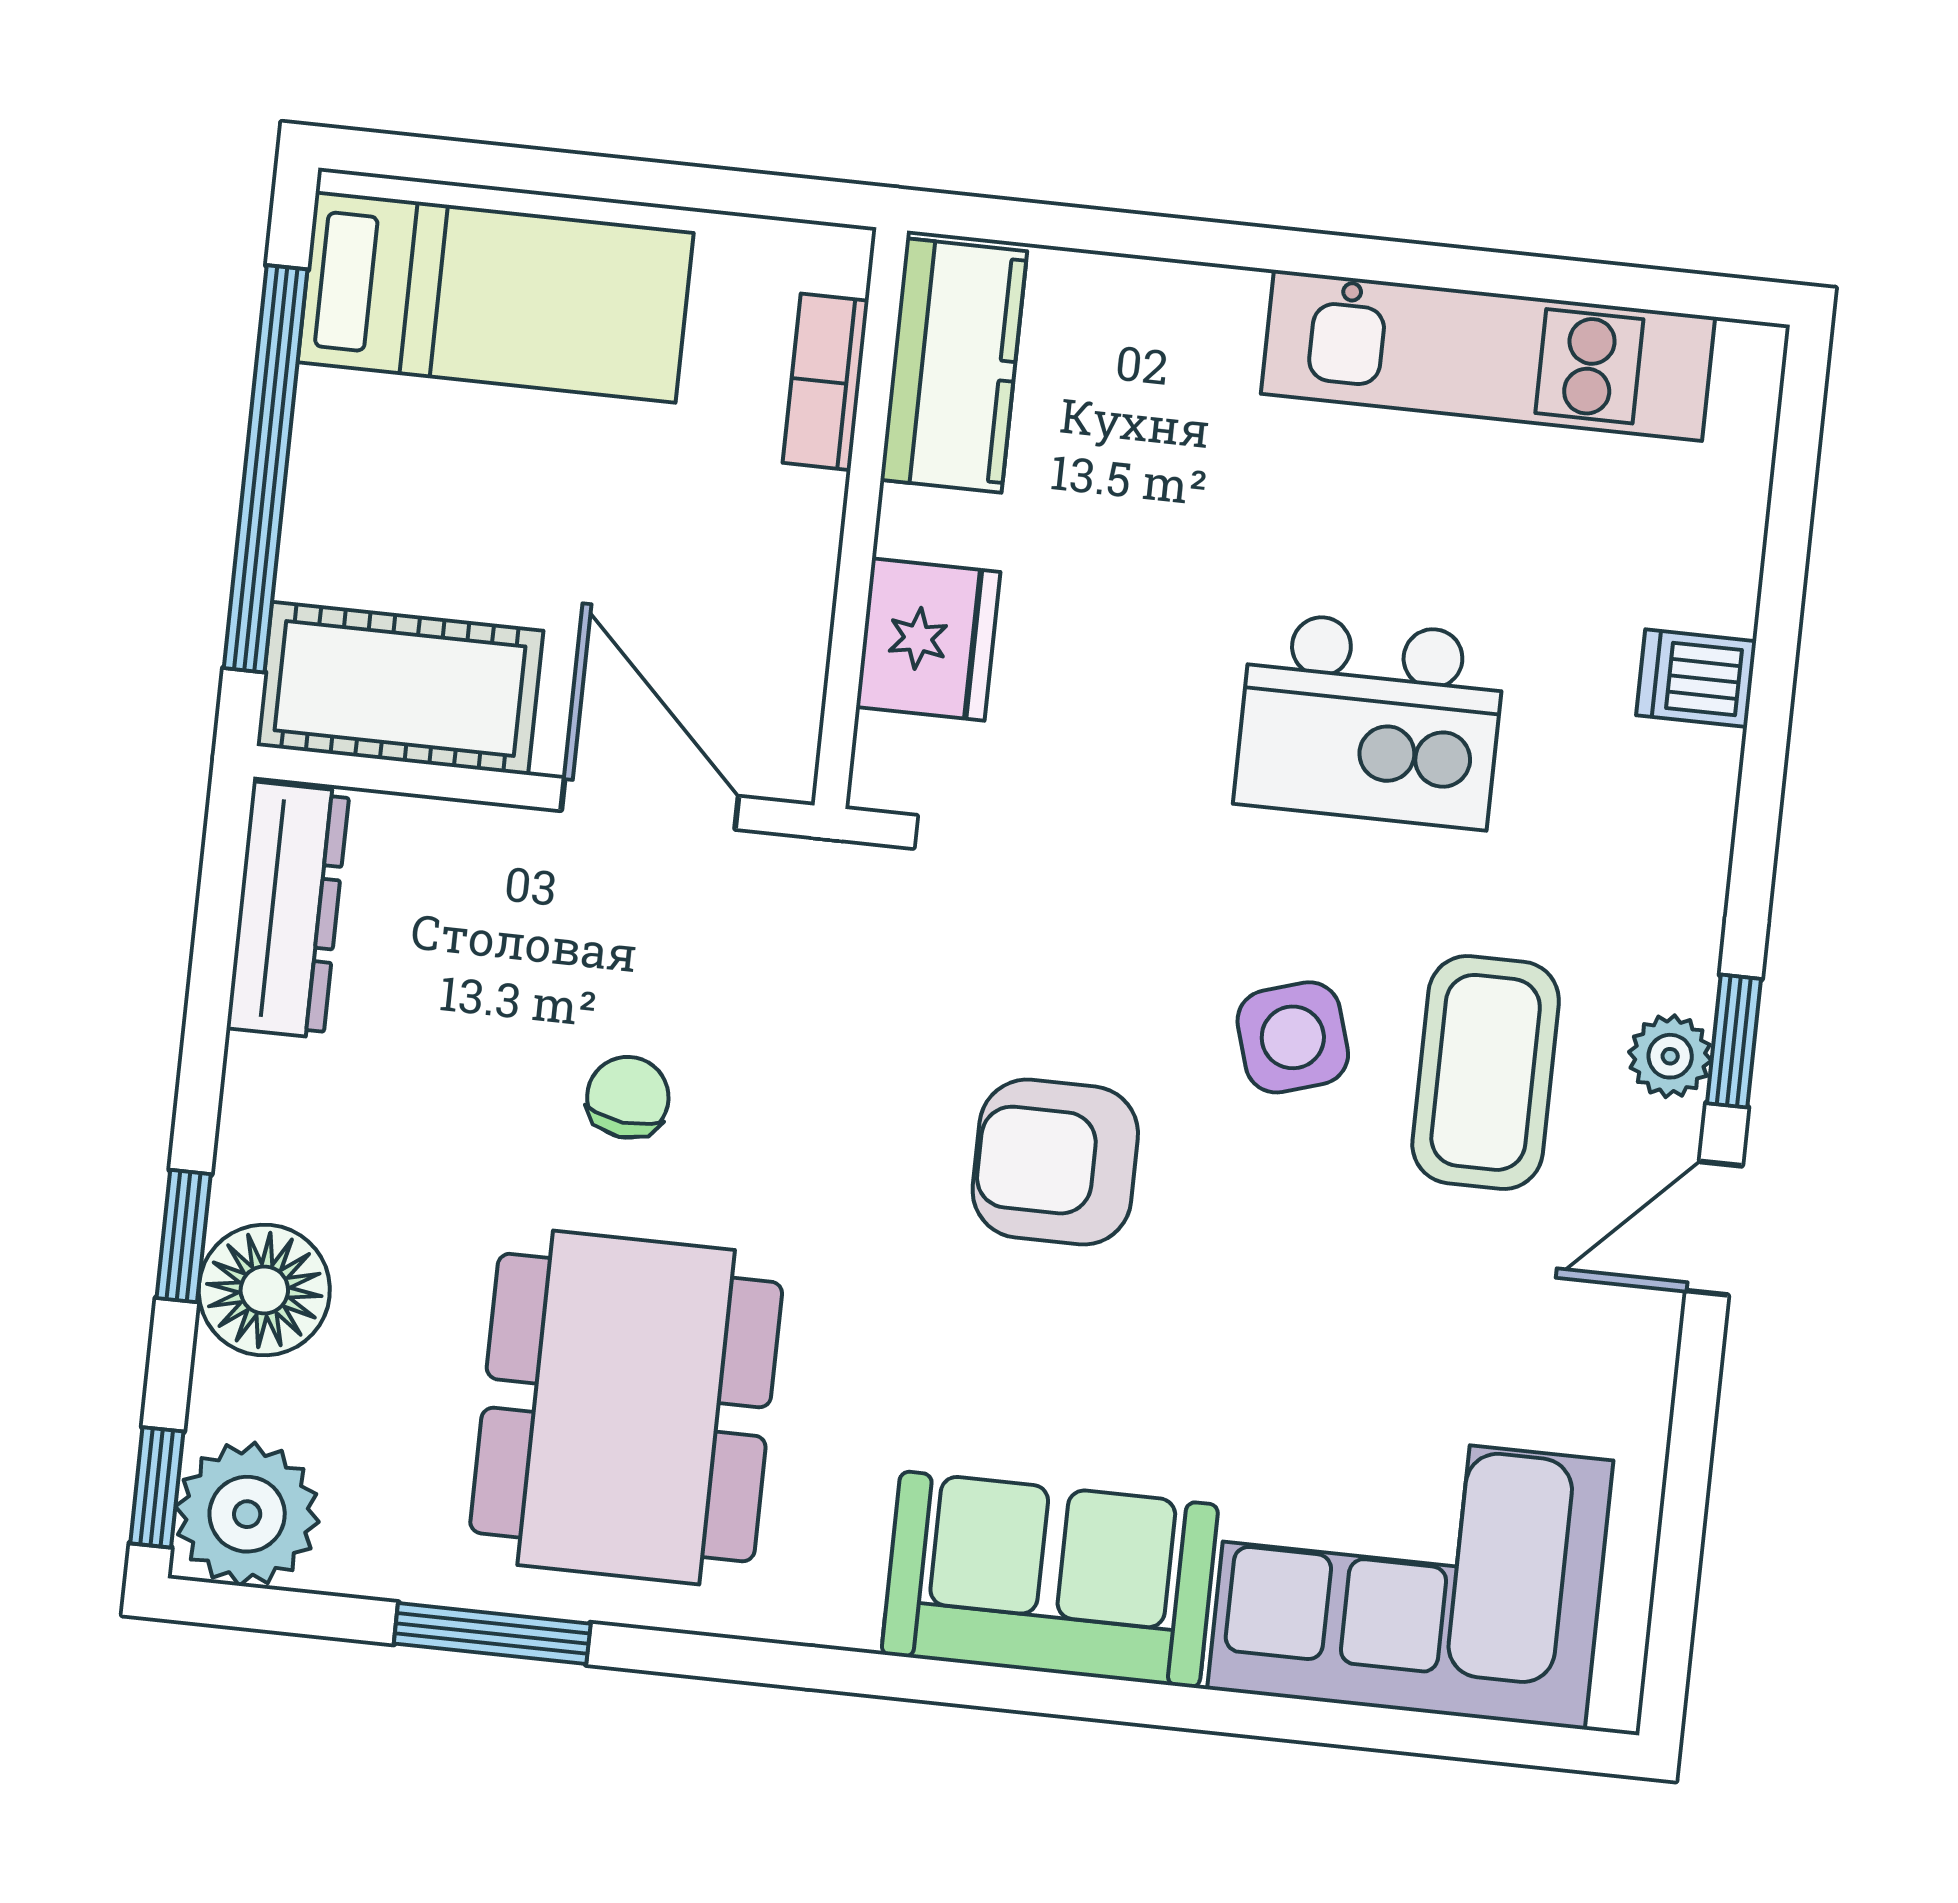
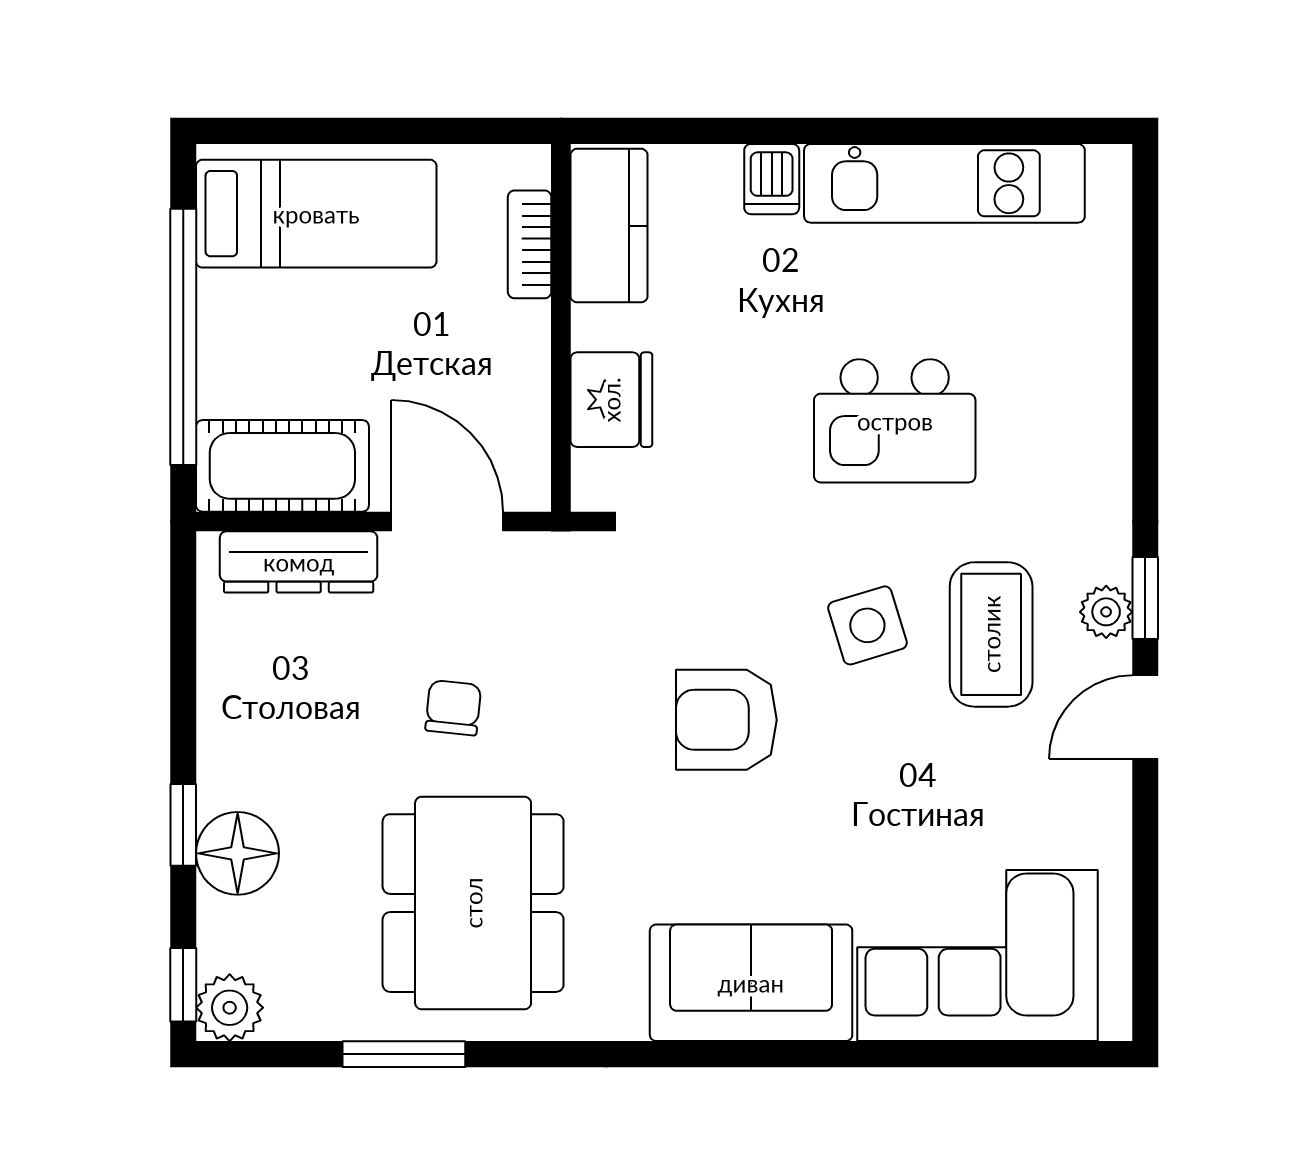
dishwasher: (1696, 678) -> (772, 179), moved, turned -90
dresser: (288, 910) -> (299, 562), moved, turned 90
plant: (247, 1514) -> (230, 1008), width x0.73, depth x0.73

